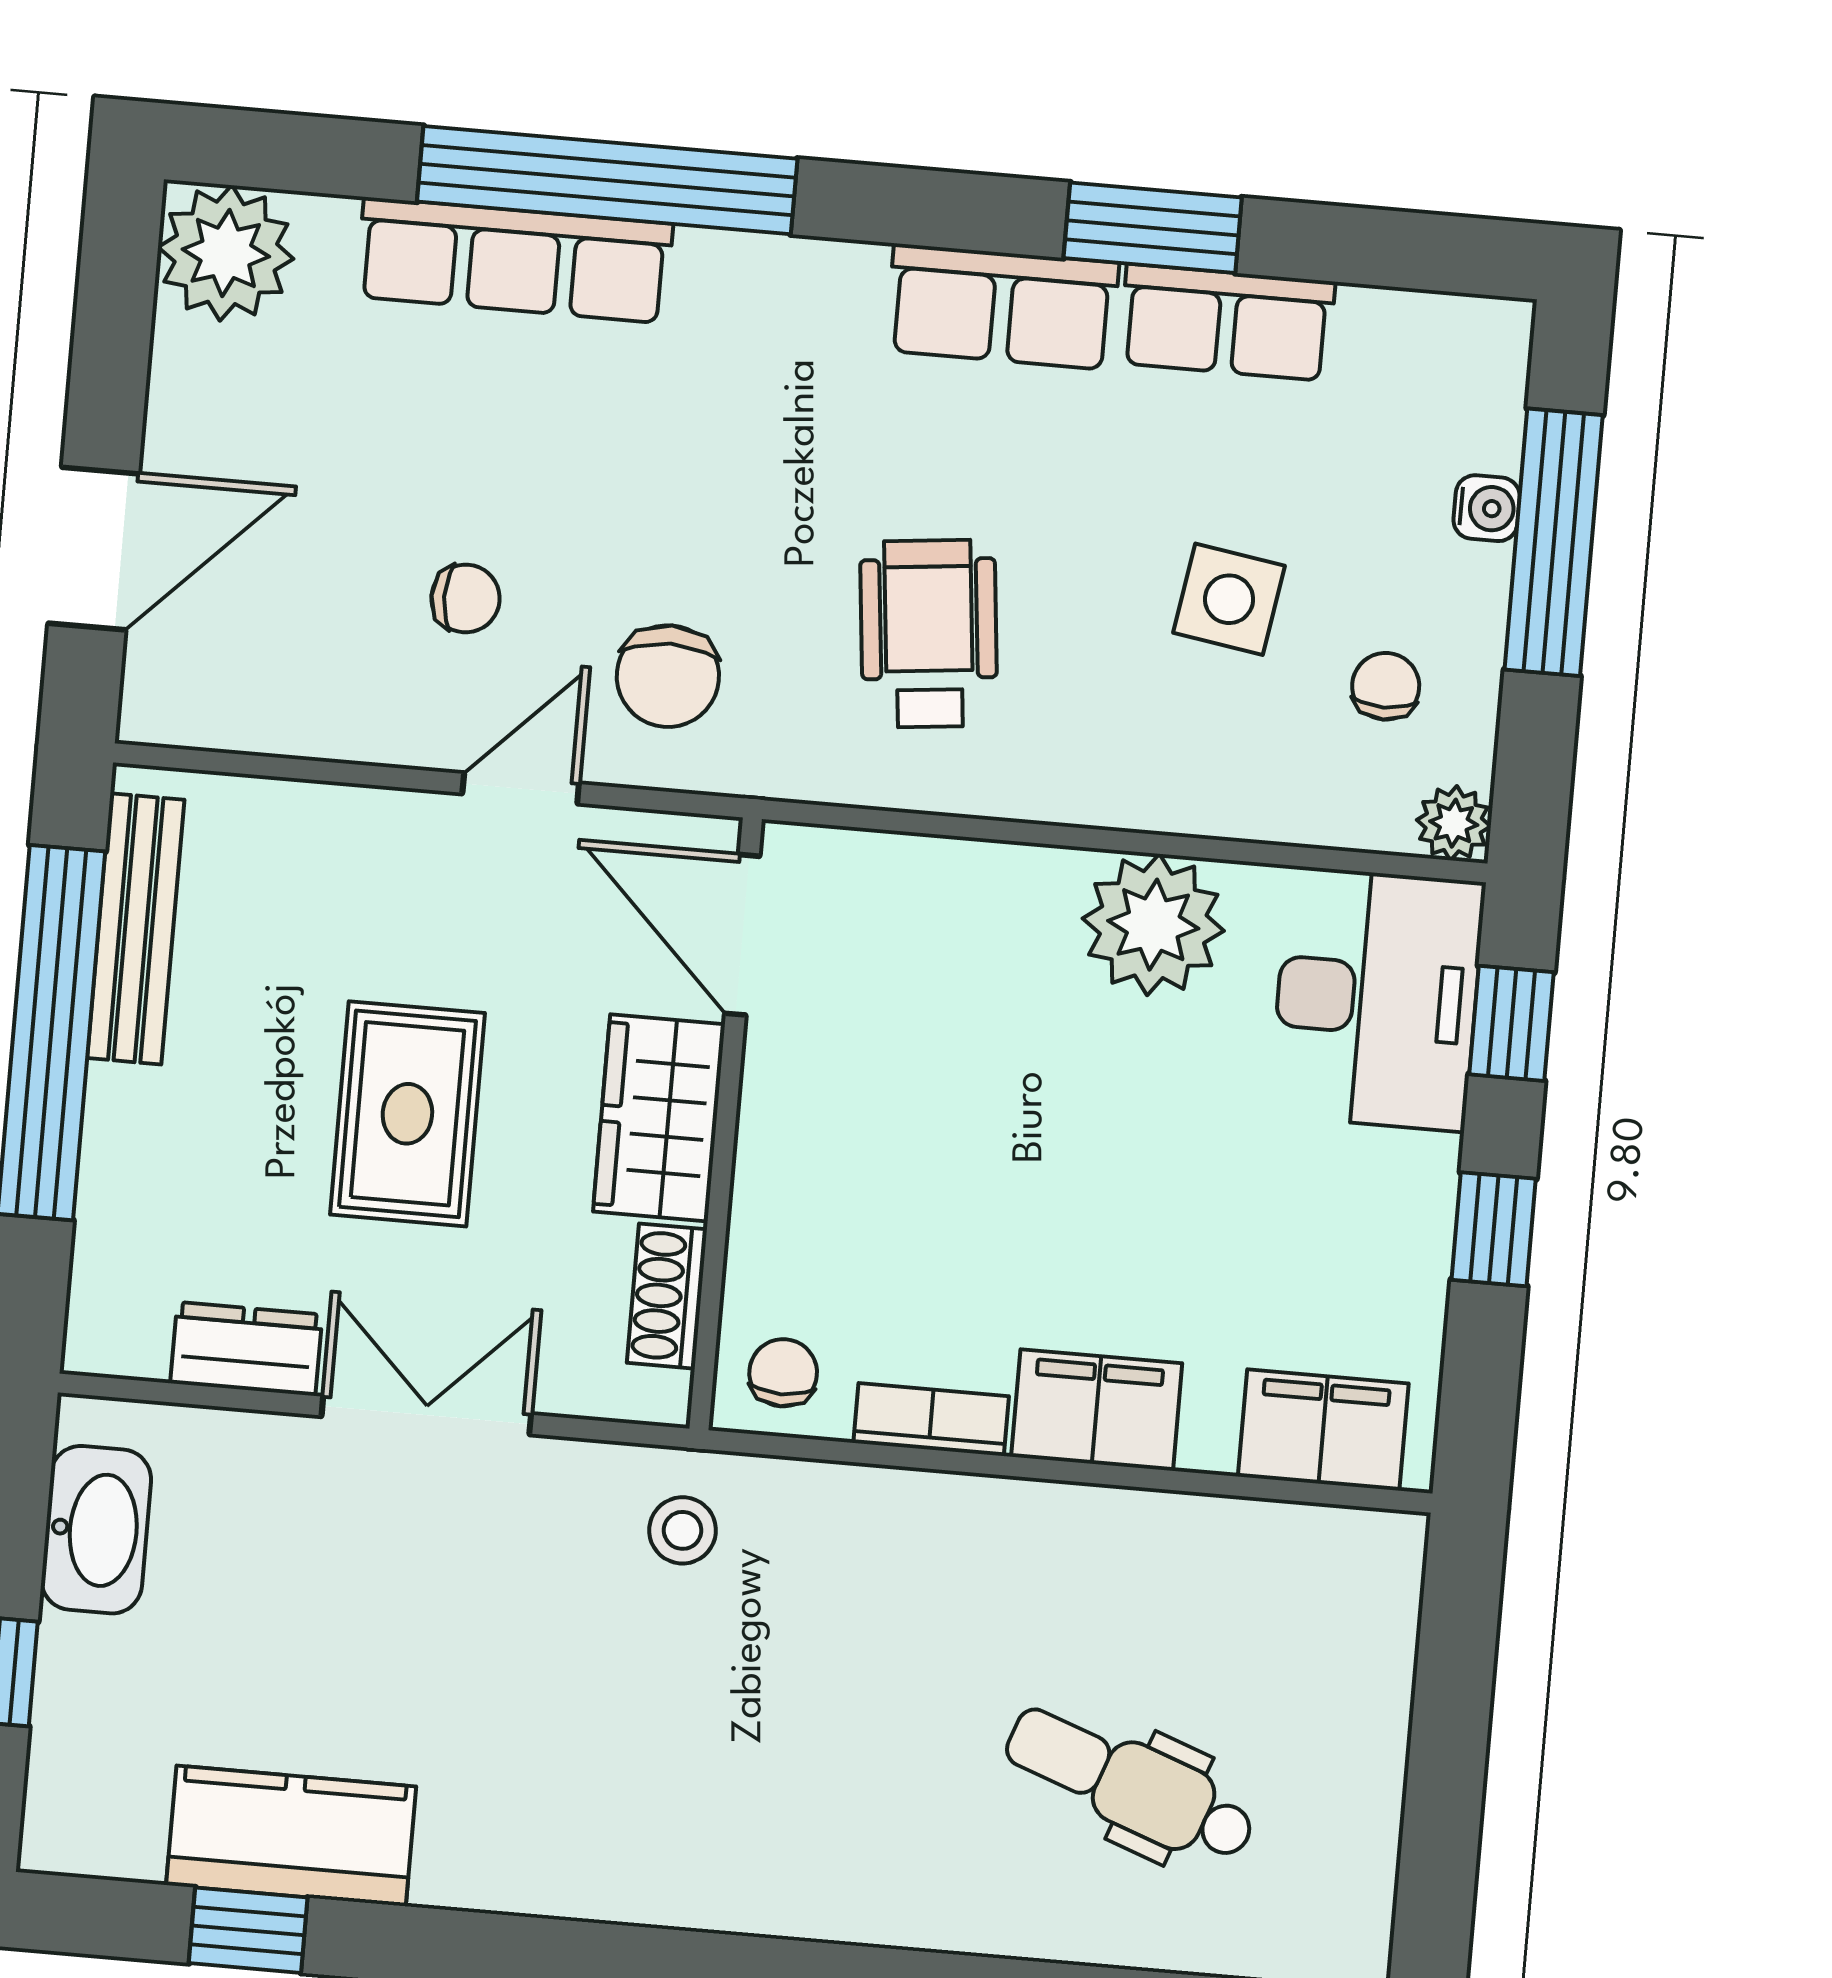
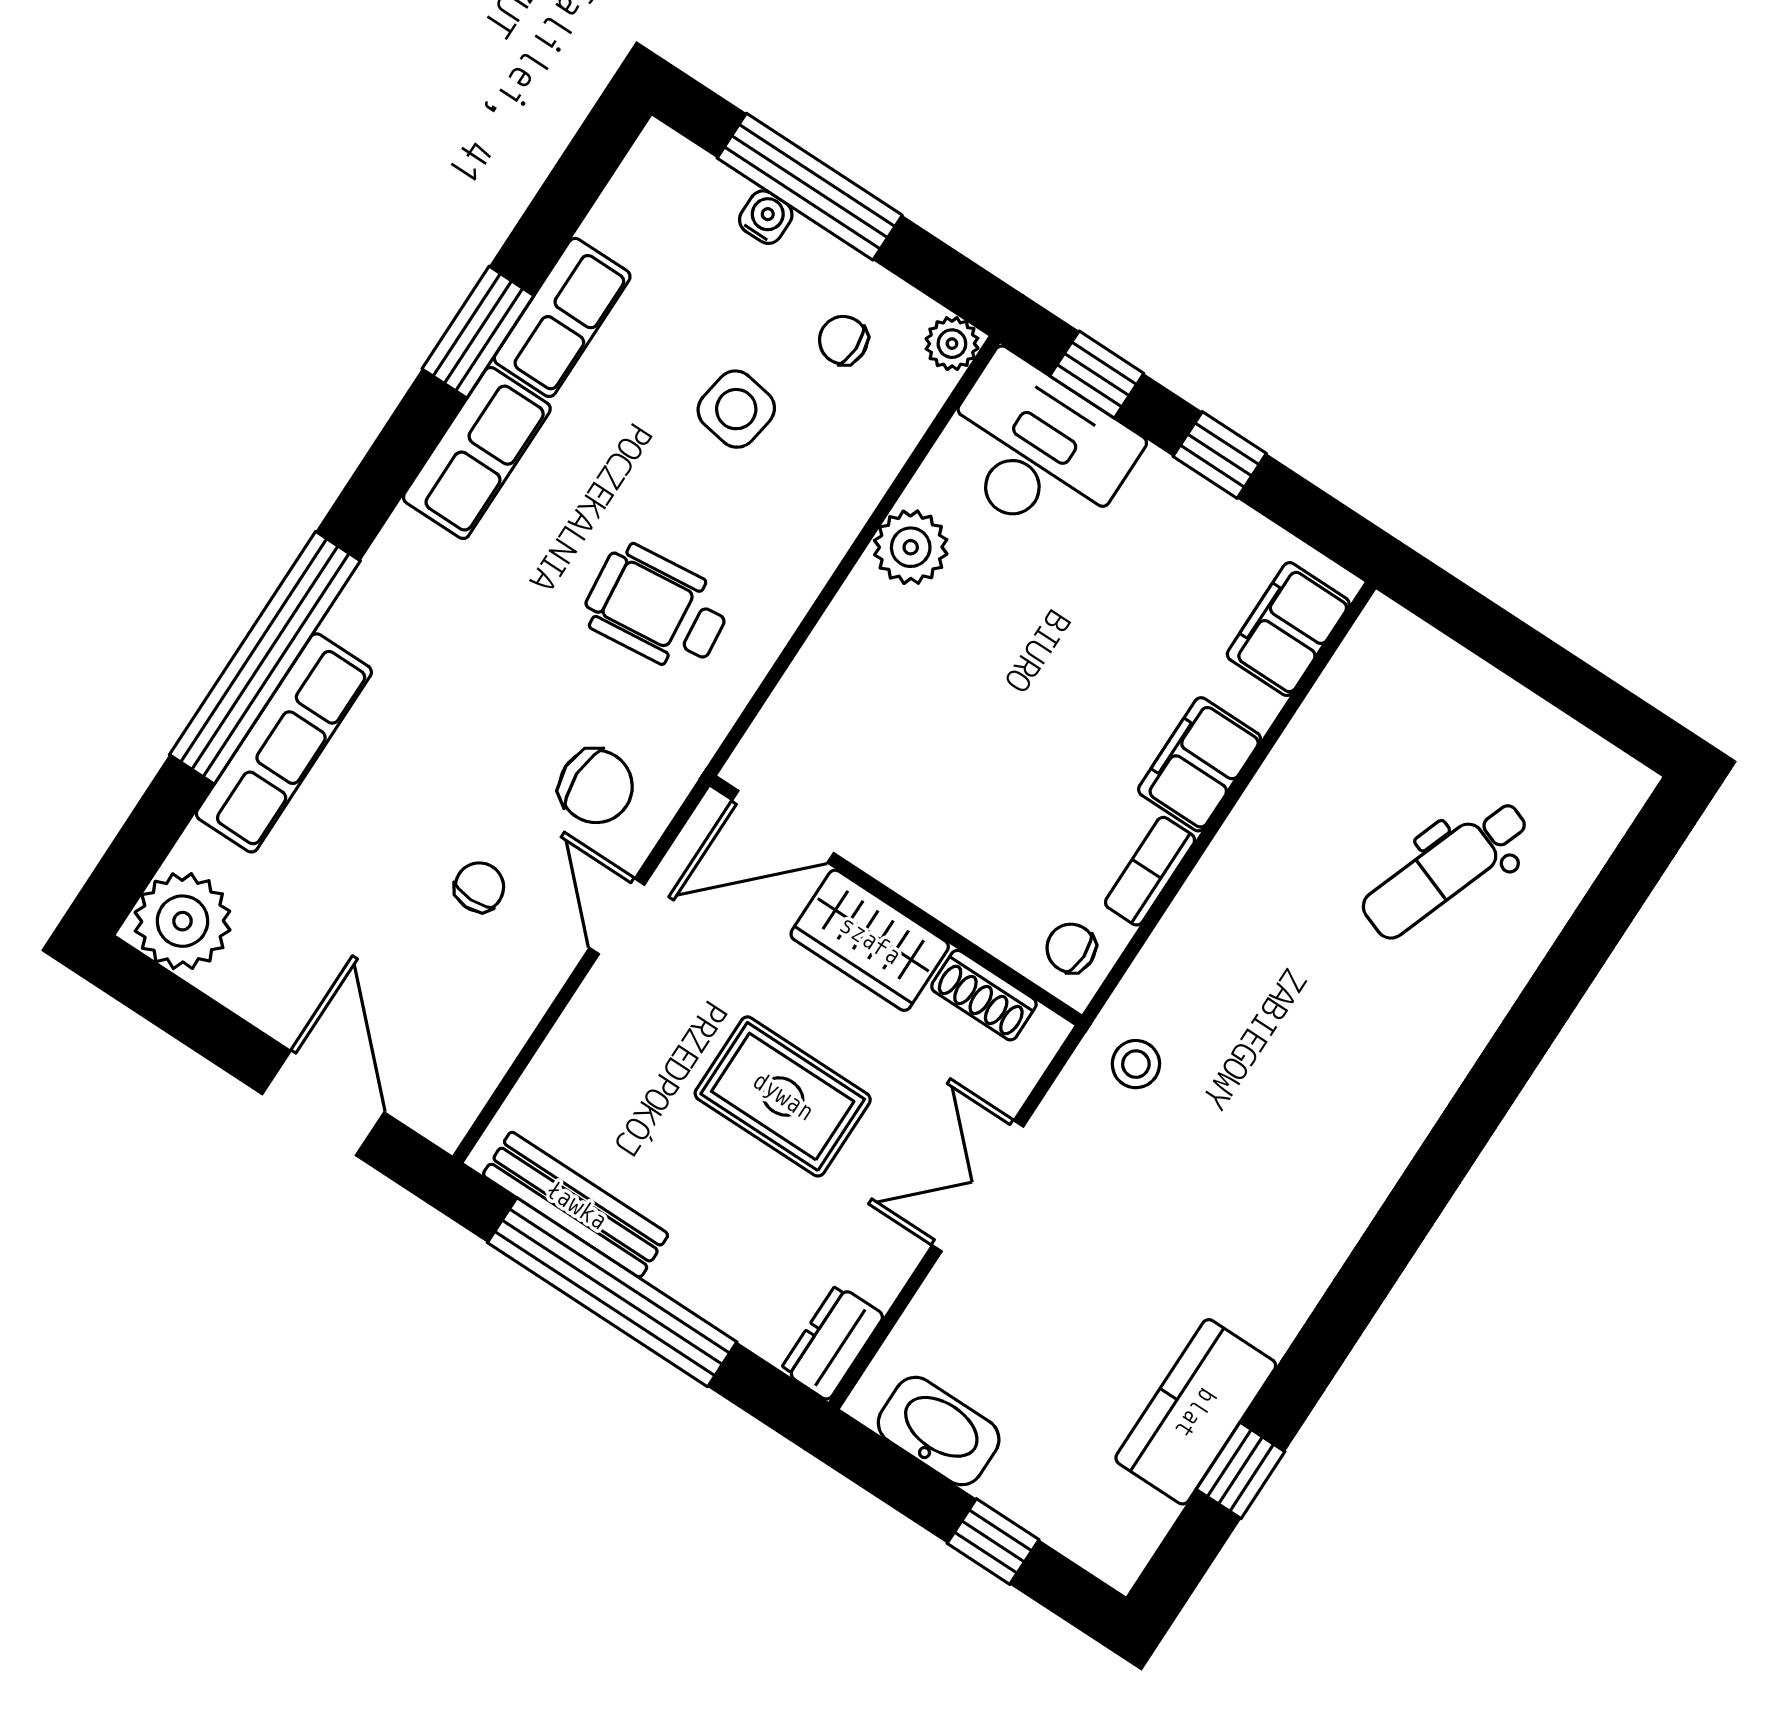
plant: (1153, 925) -> (911, 547), width x0.73, depth x0.73
dresser: (246, 1349) -> (832, 1343), moved

